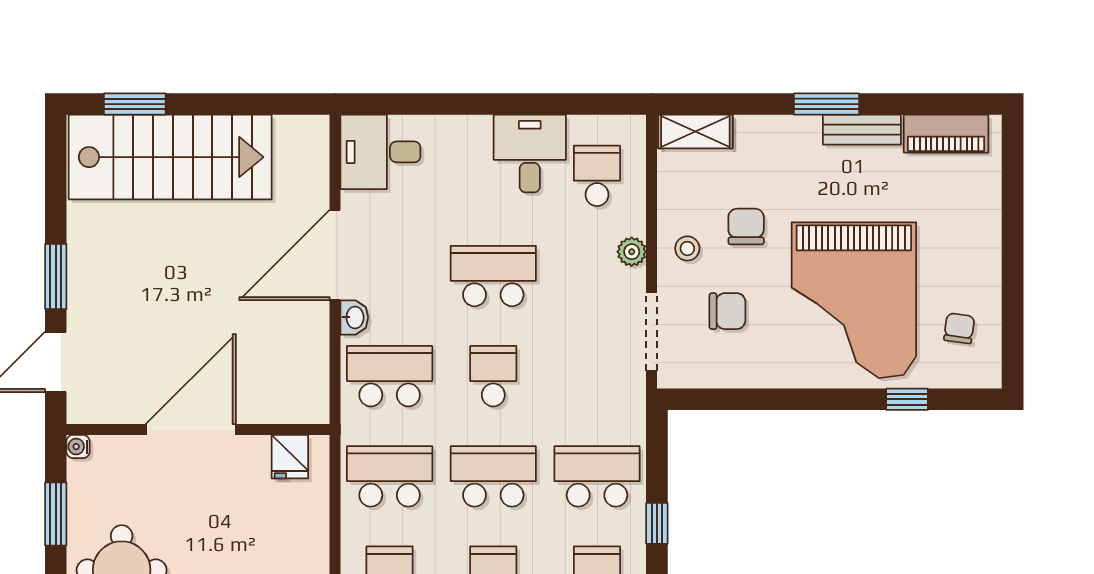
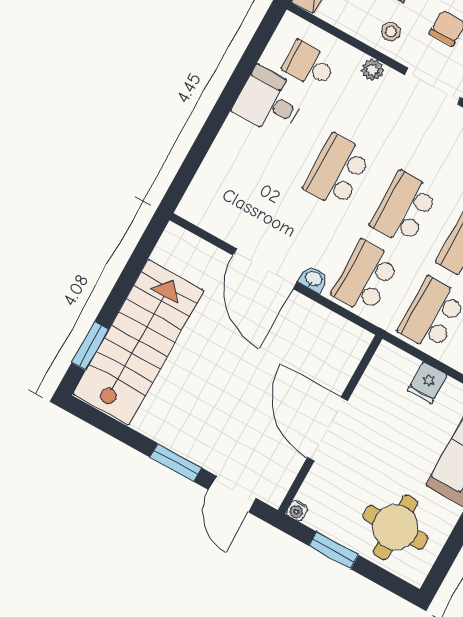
desk: (380, 152) -> (213, 200), removed
school desk: (493, 376) -> (404, 208), width x1.85
fridge: (290, 457) -> (427, 383), moved, turned 90

